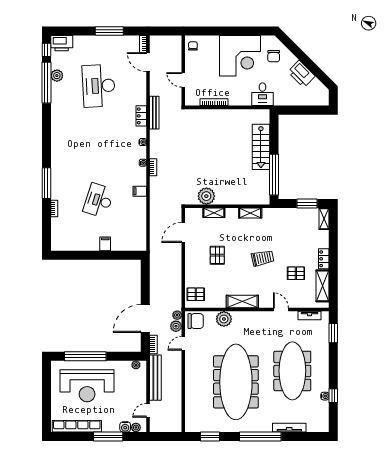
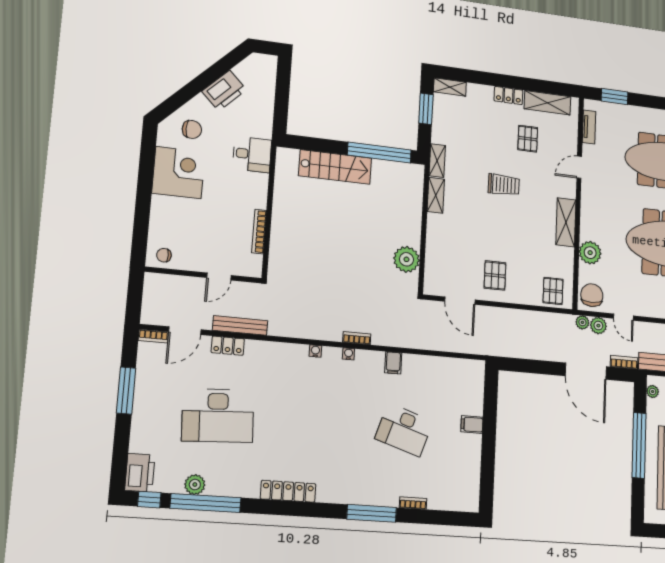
corner desk: (240, 56) -> (178, 173), width x0.74, depth x0.74
bench: (154, 113) -> (240, 325), moved
locker: (141, 116) -> (228, 346), moved
locker: (56, 131) -> (288, 491), added
shelving: (214, 213) -> (437, 161), moved
pallet: (217, 255) -> (495, 275), moved, turned 90
trolley: (263, 258) -> (504, 185), turned 102
window: (85, 356) -> (639, 445), moved

